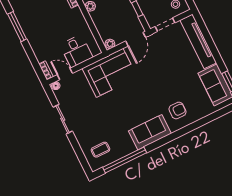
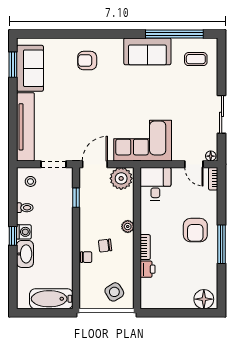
armchair: (41, 27) -> (195, 230), added
plant: (110, 44) -> (121, 178), width x1.88, depth x1.88
desk: (76, 51) -> (155, 184), moved
sofa: (150, 132) -> (147, 51), moved

